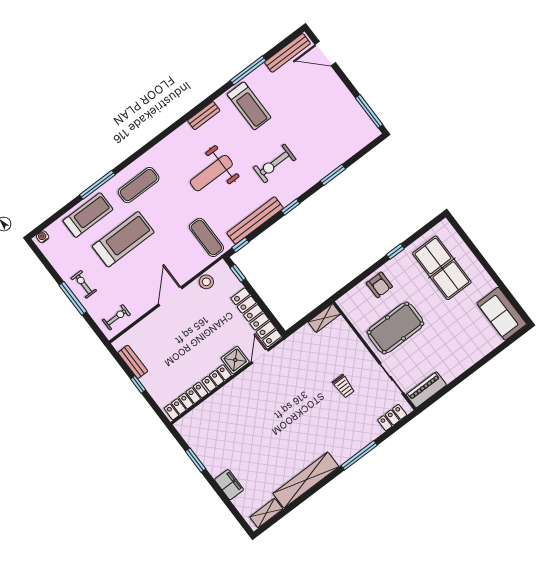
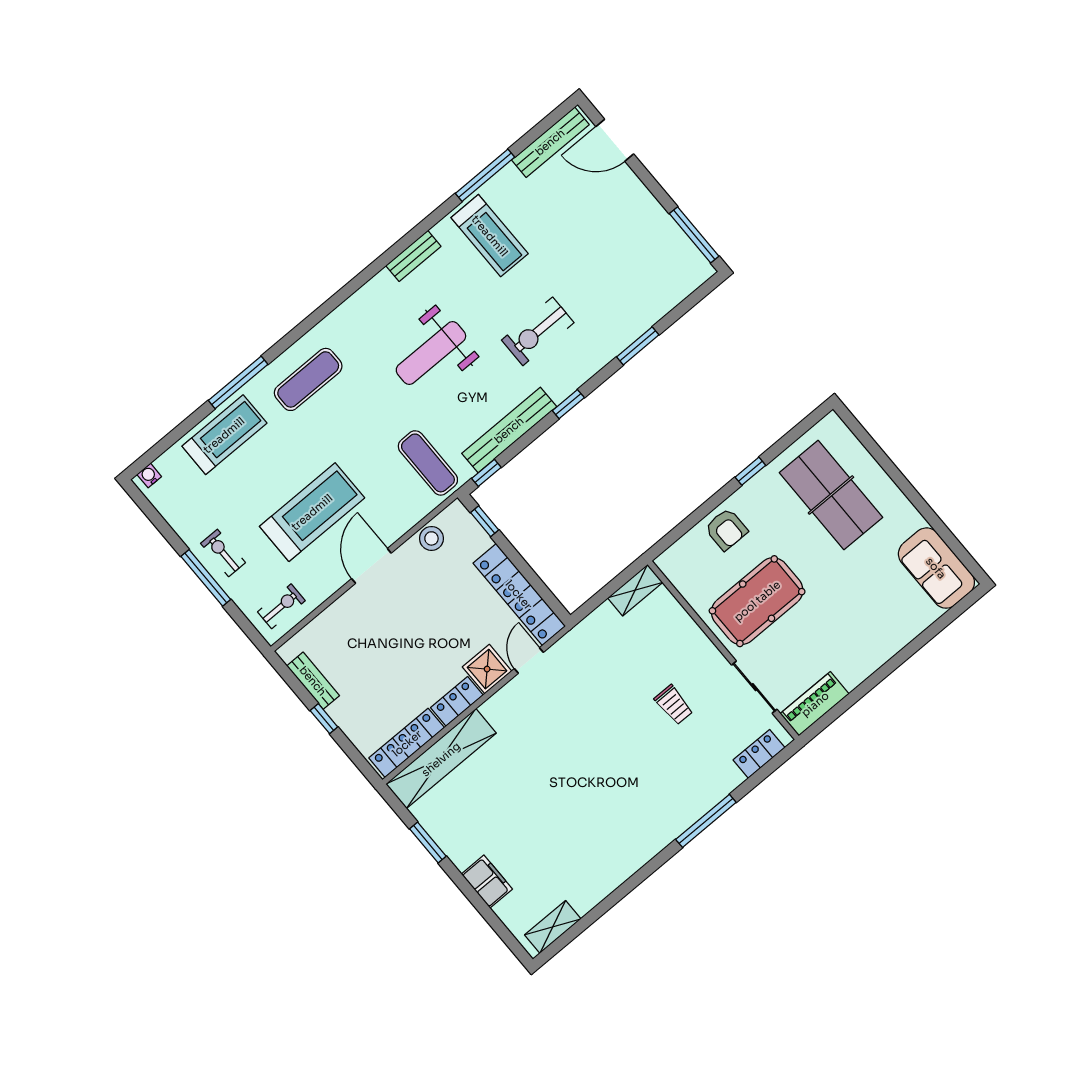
treadmill: (123, 239) -> (312, 512), moved
shelving: (306, 480) -> (441, 759), moved

